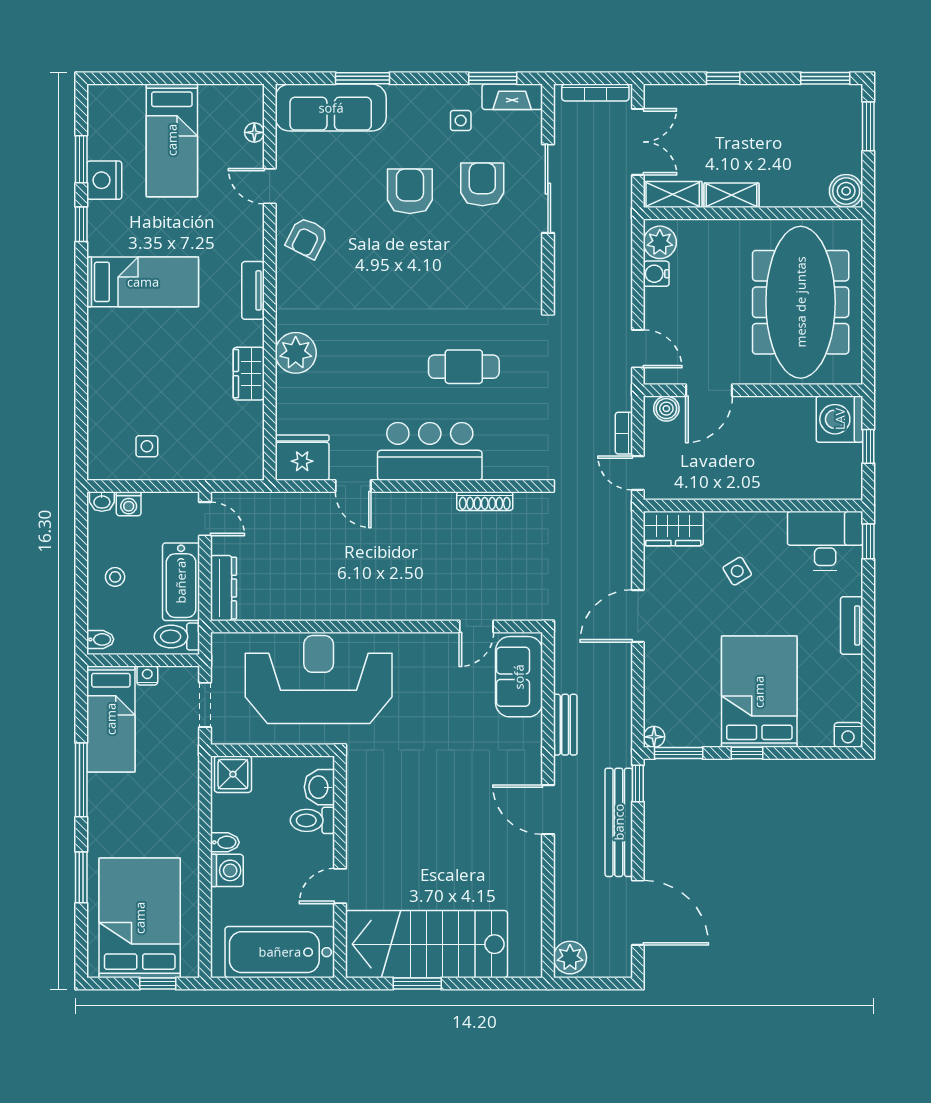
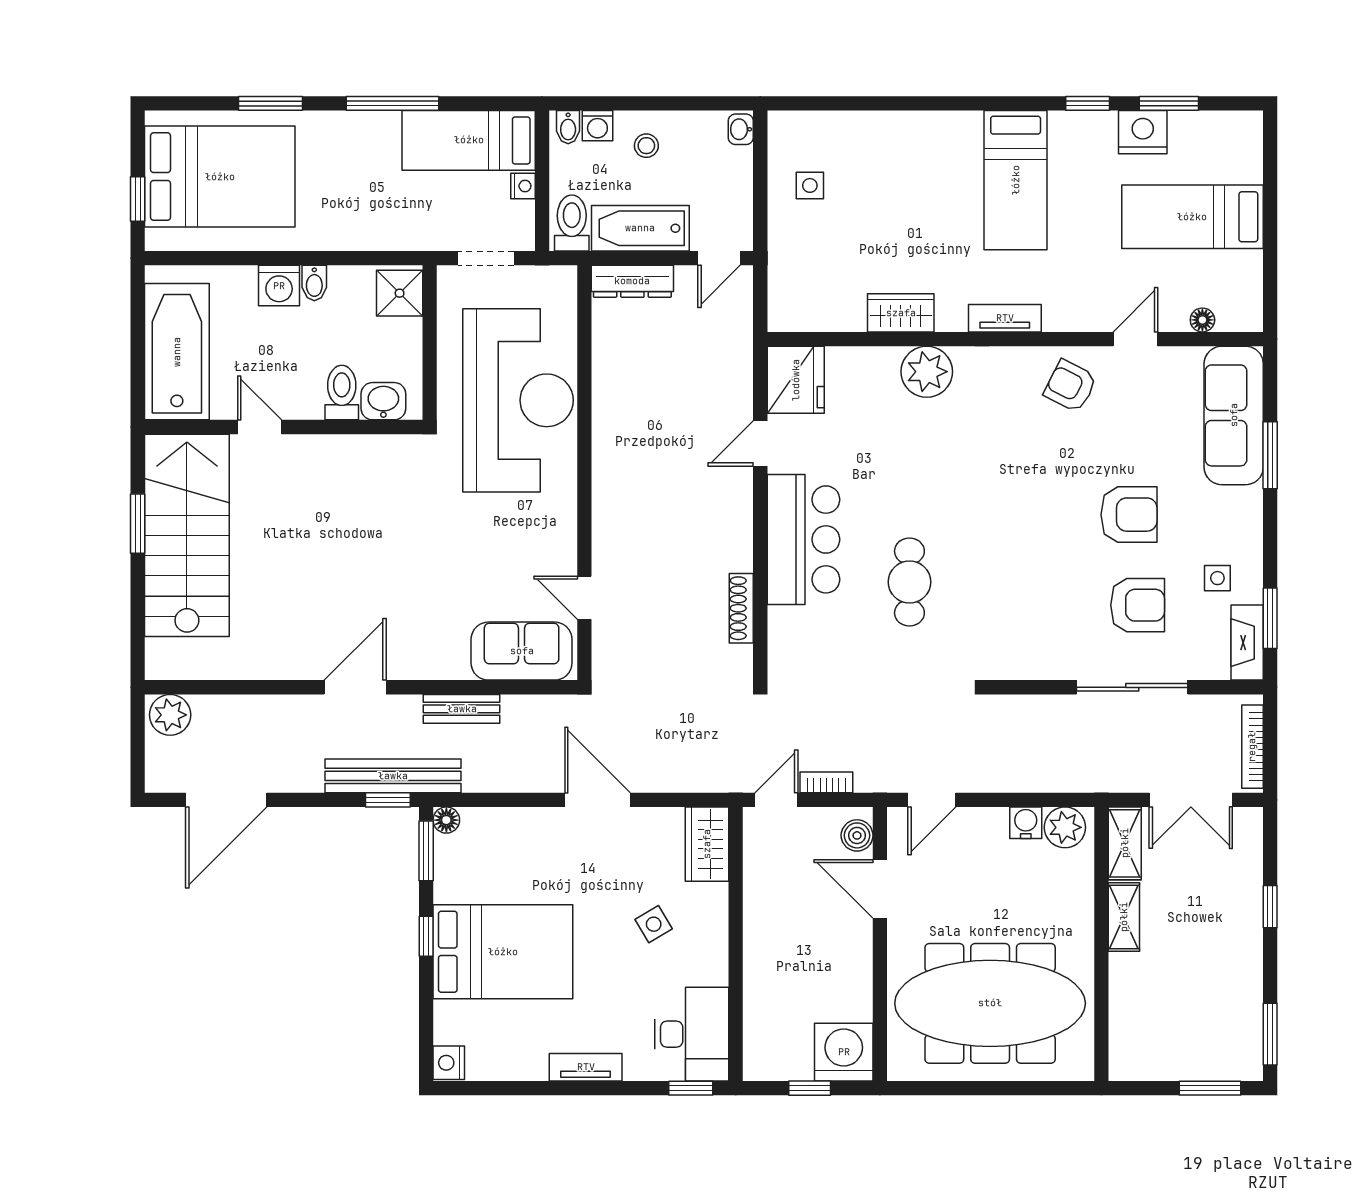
boiler: (846, 191) -> (1129, 1060), removed
washing machine: (129, 504) -> (597, 126), moved, turned -90
bench: (619, 822) -> (393, 776), moved

